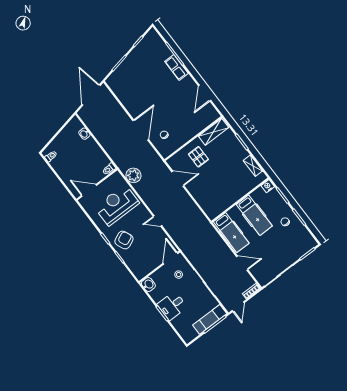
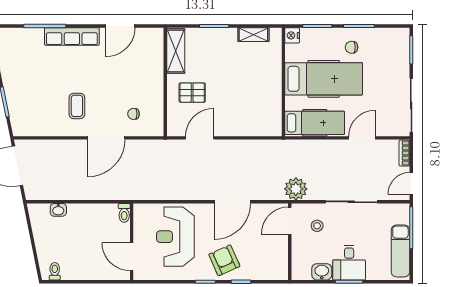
row of seats: (176, 67) -> (72, 37), width x1.48
door: (205, 93) -> (120, 26), hinge flipped
coffee table: (146, 102) -> (77, 106), added
door: (141, 130) -> (106, 138), swing flipped
plant: (133, 175) -> (296, 189), moved
door: (89, 190) -> (132, 257), hinge flipped
hospital bed: (254, 215) -> (324, 79), width x1.37, depth x1.29
door: (157, 221) -> (232, 202), width x1.87
door: (171, 258) -> (290, 221), hinge flipped
washbasin: (148, 285) -> (322, 272), moved
door: (238, 307) -> (411, 183), swing flipped
exam couch: (210, 319) -> (400, 251), moved

